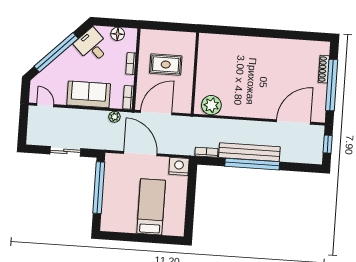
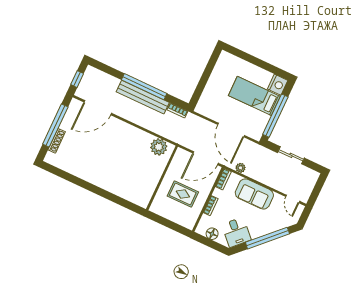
nightstand: (179, 166) -> (278, 85), moved, turned -90
bed: (151, 207) -> (254, 96), moved, turned 90

